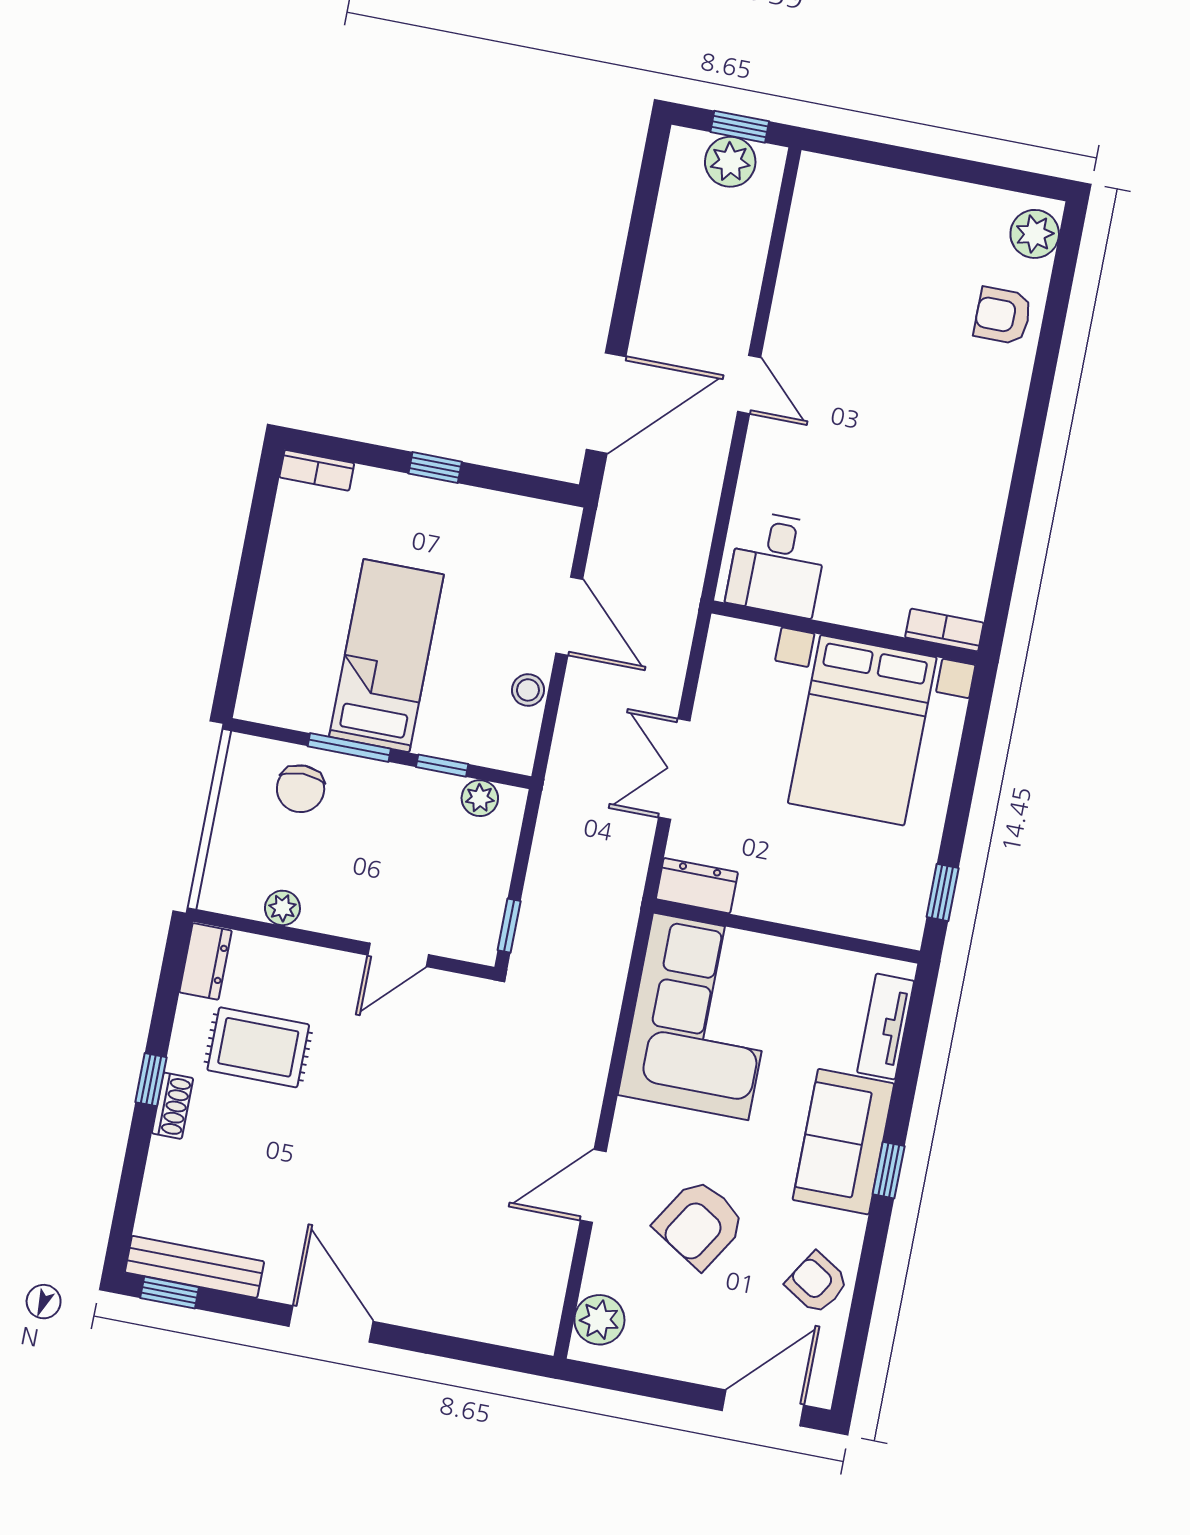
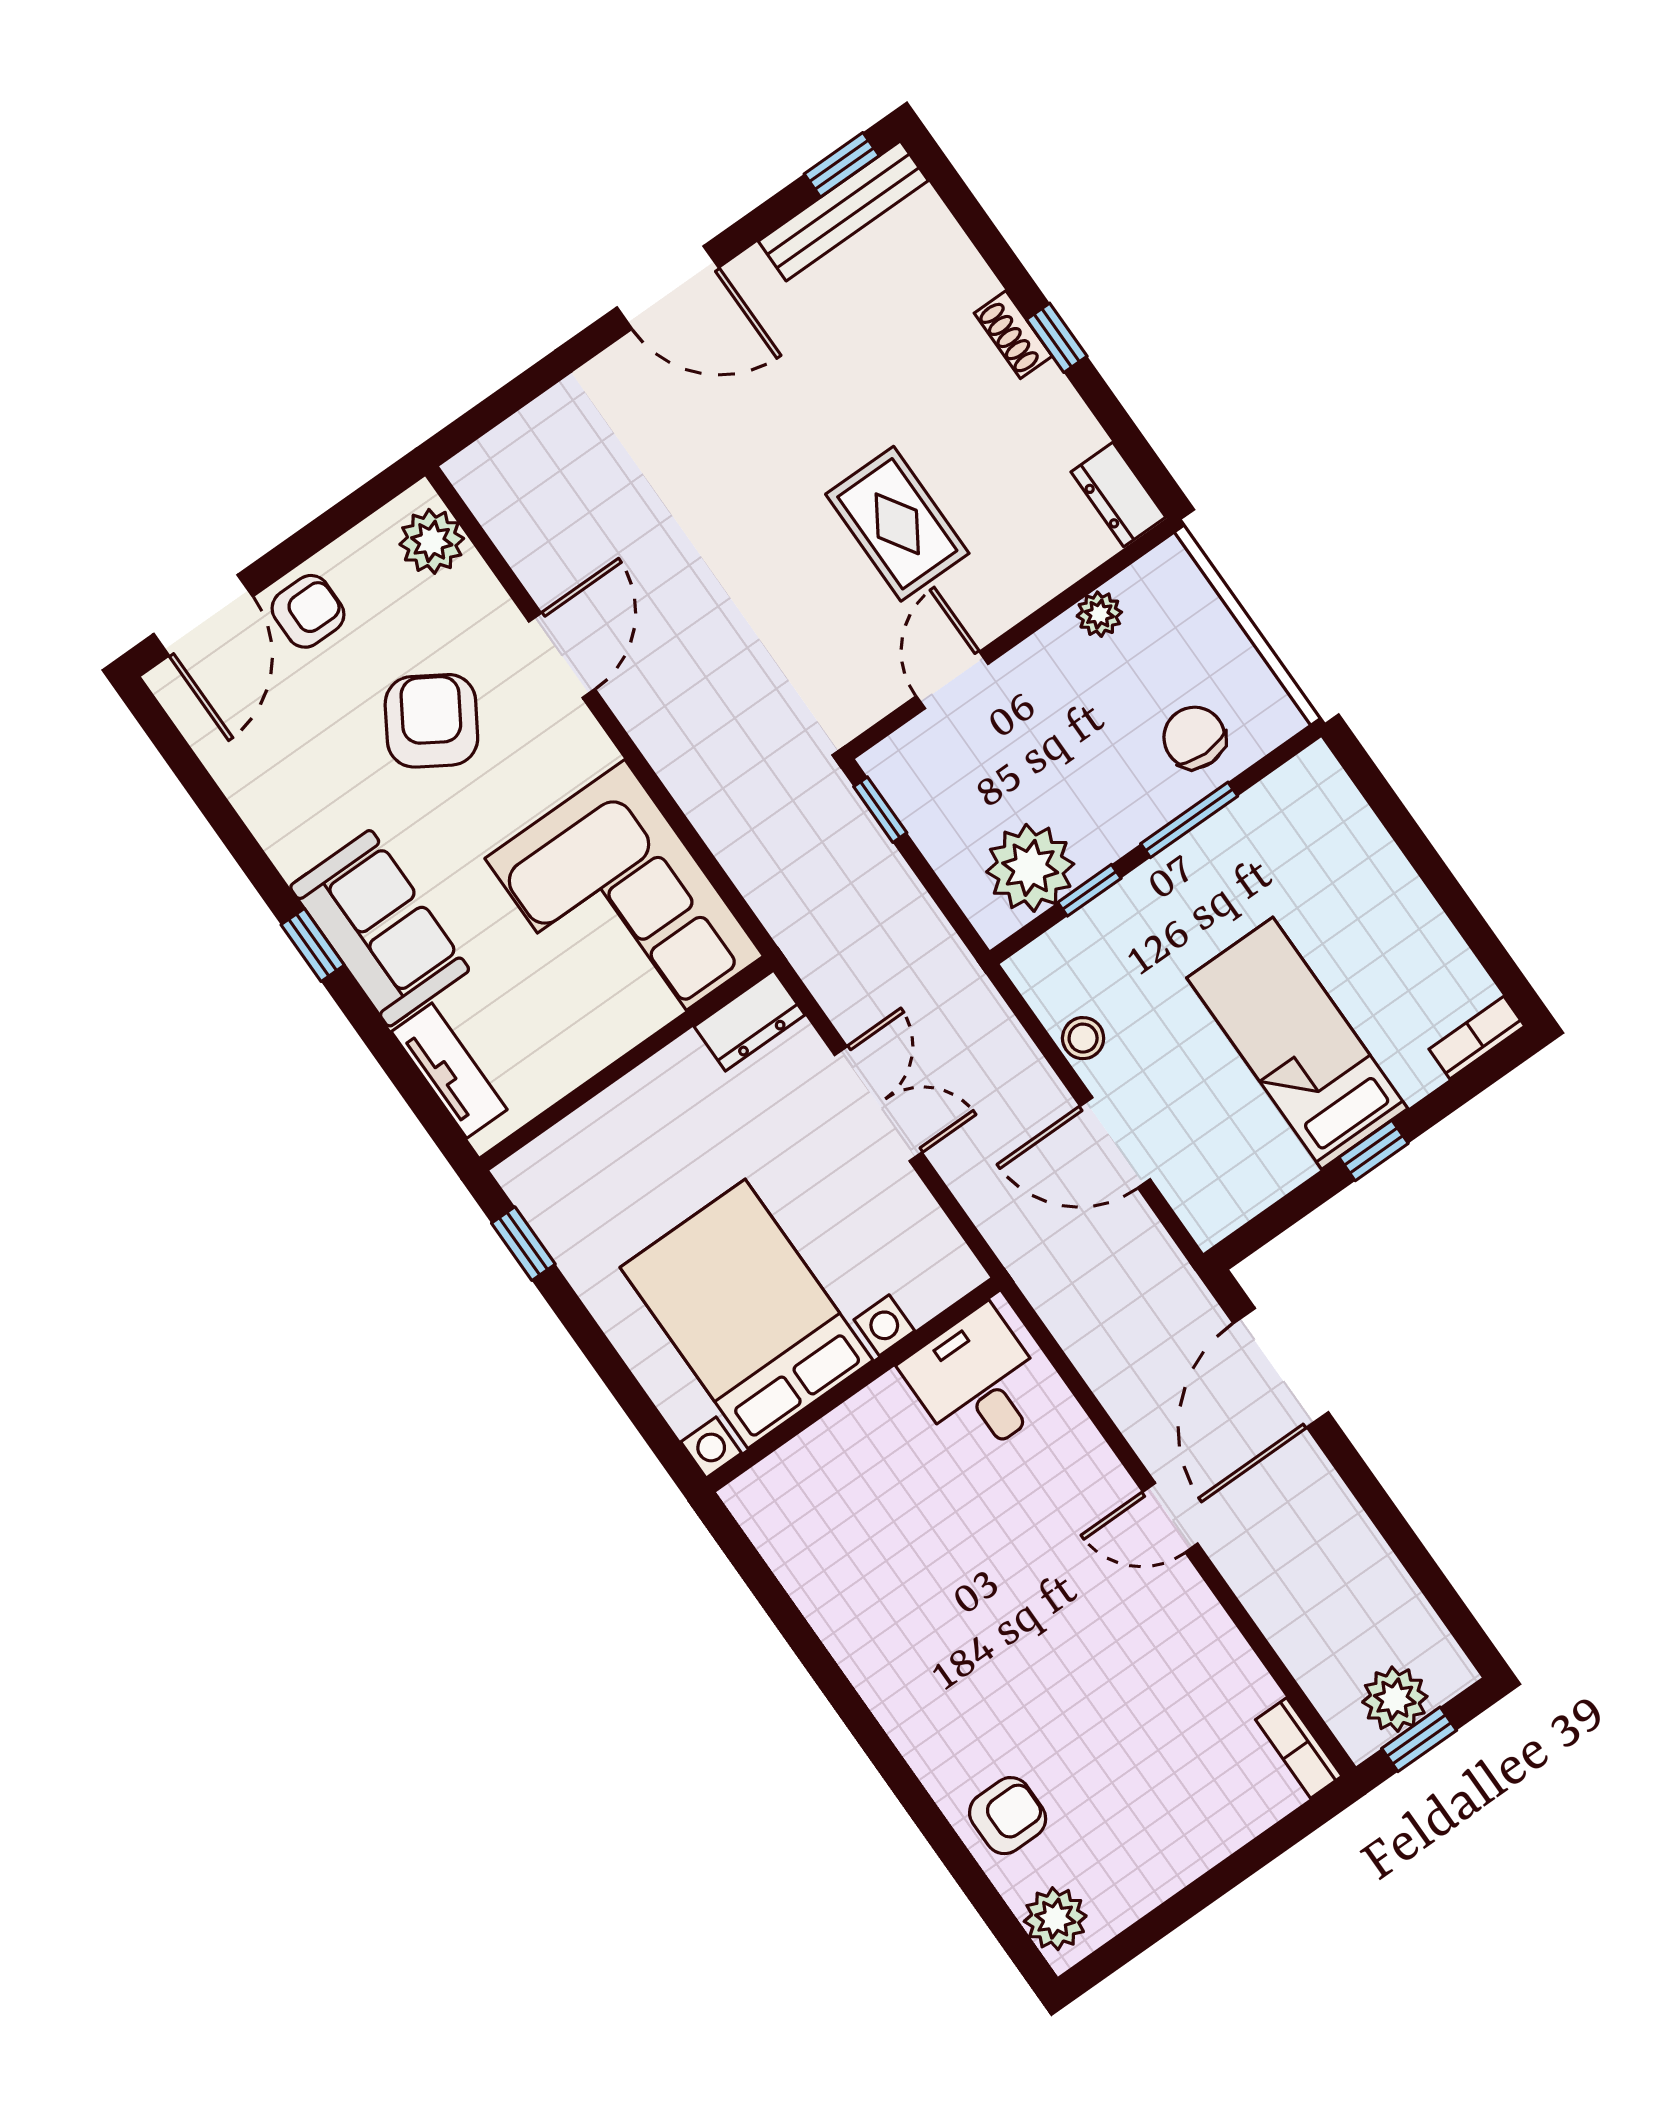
bookcase: (944, 630) -> (1299, 1748), moved, turned 90
bed: (386, 656) -> (1297, 1043), moved, turned 180
plant: (480, 798) -> (1030, 868), width x1.88, depth x1.88
rug: (258, 1047) -> (897, 524), moved, turned 90
armchair: (817, 1283) -> (308, 611), moved, turned -32

